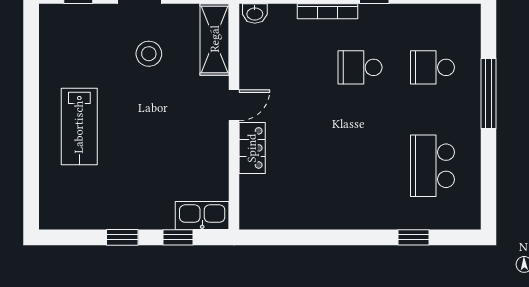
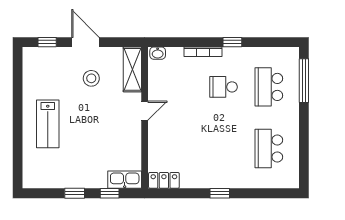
school desk: (432, 67) -> (269, 87), width x1.85
window: (489, 93) -> (304, 81), moved
locker: (252, 148) -> (164, 180), moved, turned -90
window: (414, 237) -> (220, 193), moved

